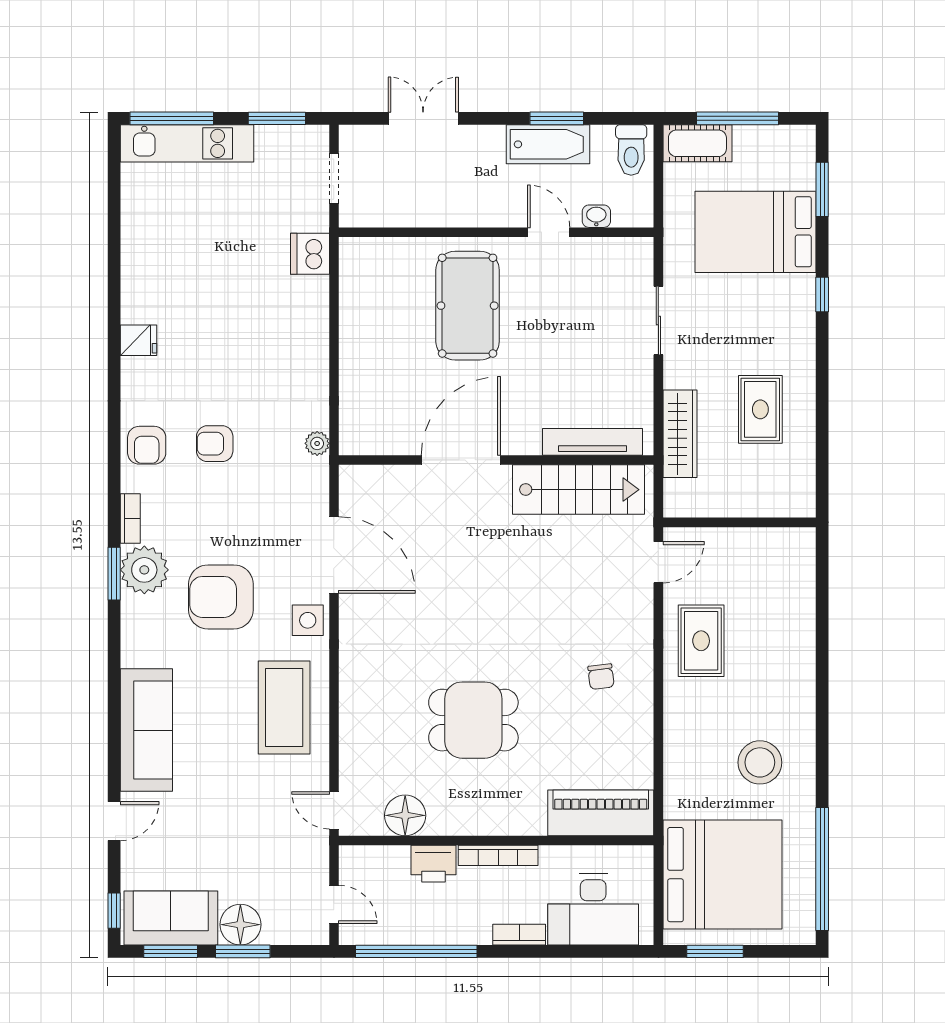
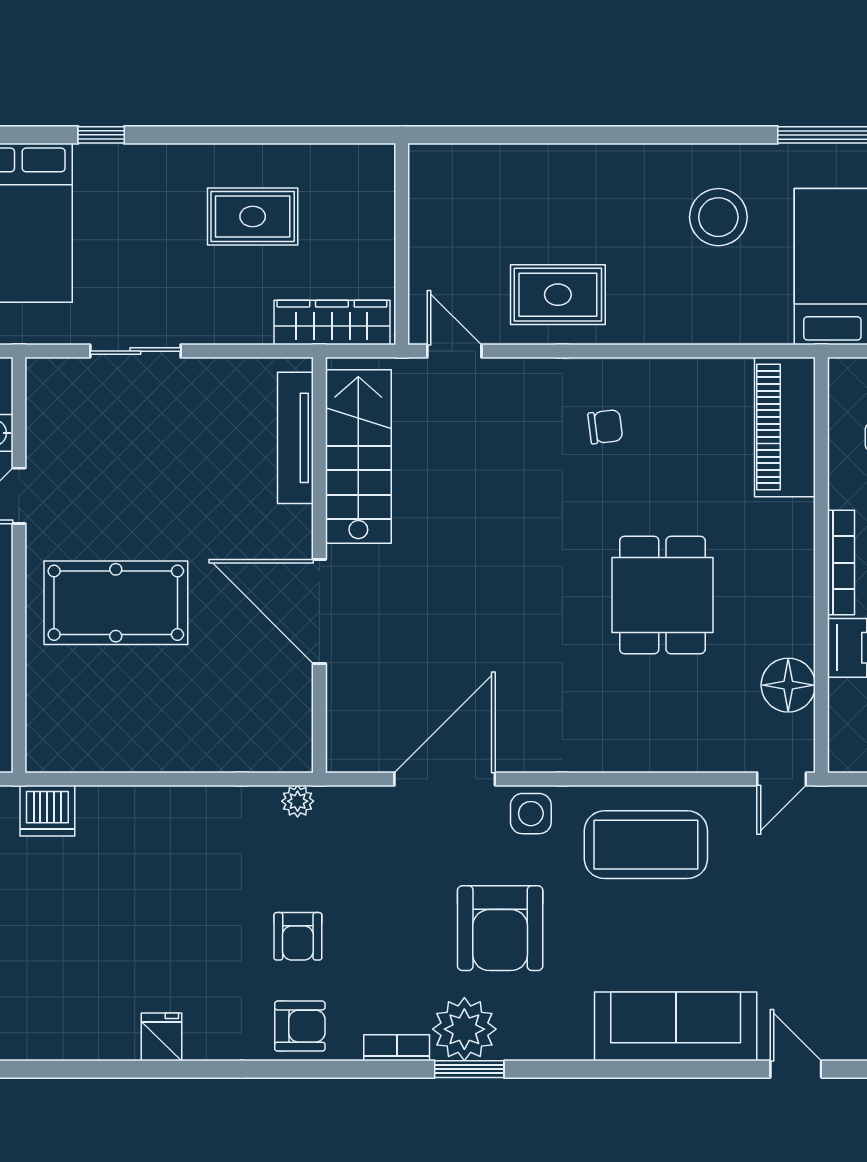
wardrobe: (680, 434) -> (332, 322), moved

